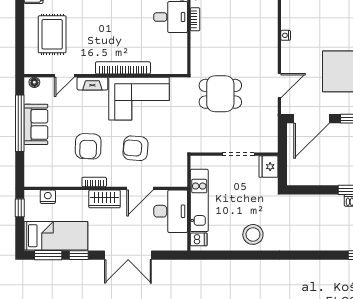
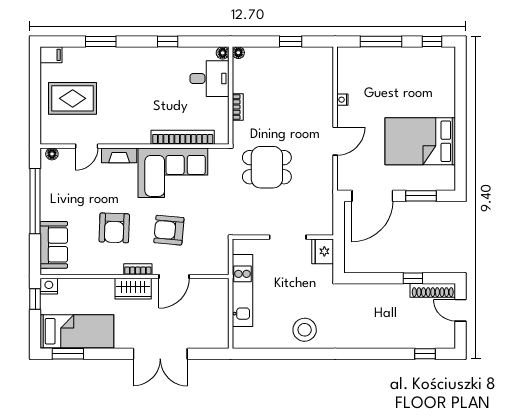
bookcase: (195, 19) -> (238, 107), moved
rug: (52, 34) -> (73, 98), turned 90
bookcase: (123, 68) -> (183, 137), moved
door: (279, 86) -> (335, 141), moved
sofa: (36, 124) -> (54, 245), moved
bookcase: (94, 182) -> (138, 269), moved
nightstand: (48, 197) -> (49, 286), moved
desk: (171, 211) -> (209, 303), removed
dishwasher: (199, 239) -> (242, 335), removed
window: (79, 255) -> (103, 354), removed

